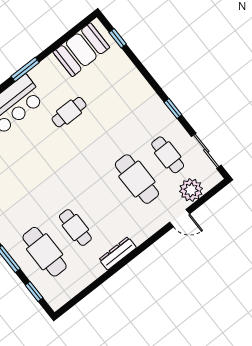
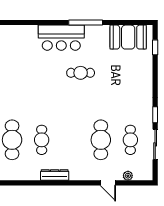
window: (25, 69) -> (86, 22), width x1.44
cafe table: (69, 112) -> (81, 73), moved
sliding door: (206, 151) -> (155, 144), moved
plant: (191, 190) -> (128, 176), width x0.53, depth x0.53

